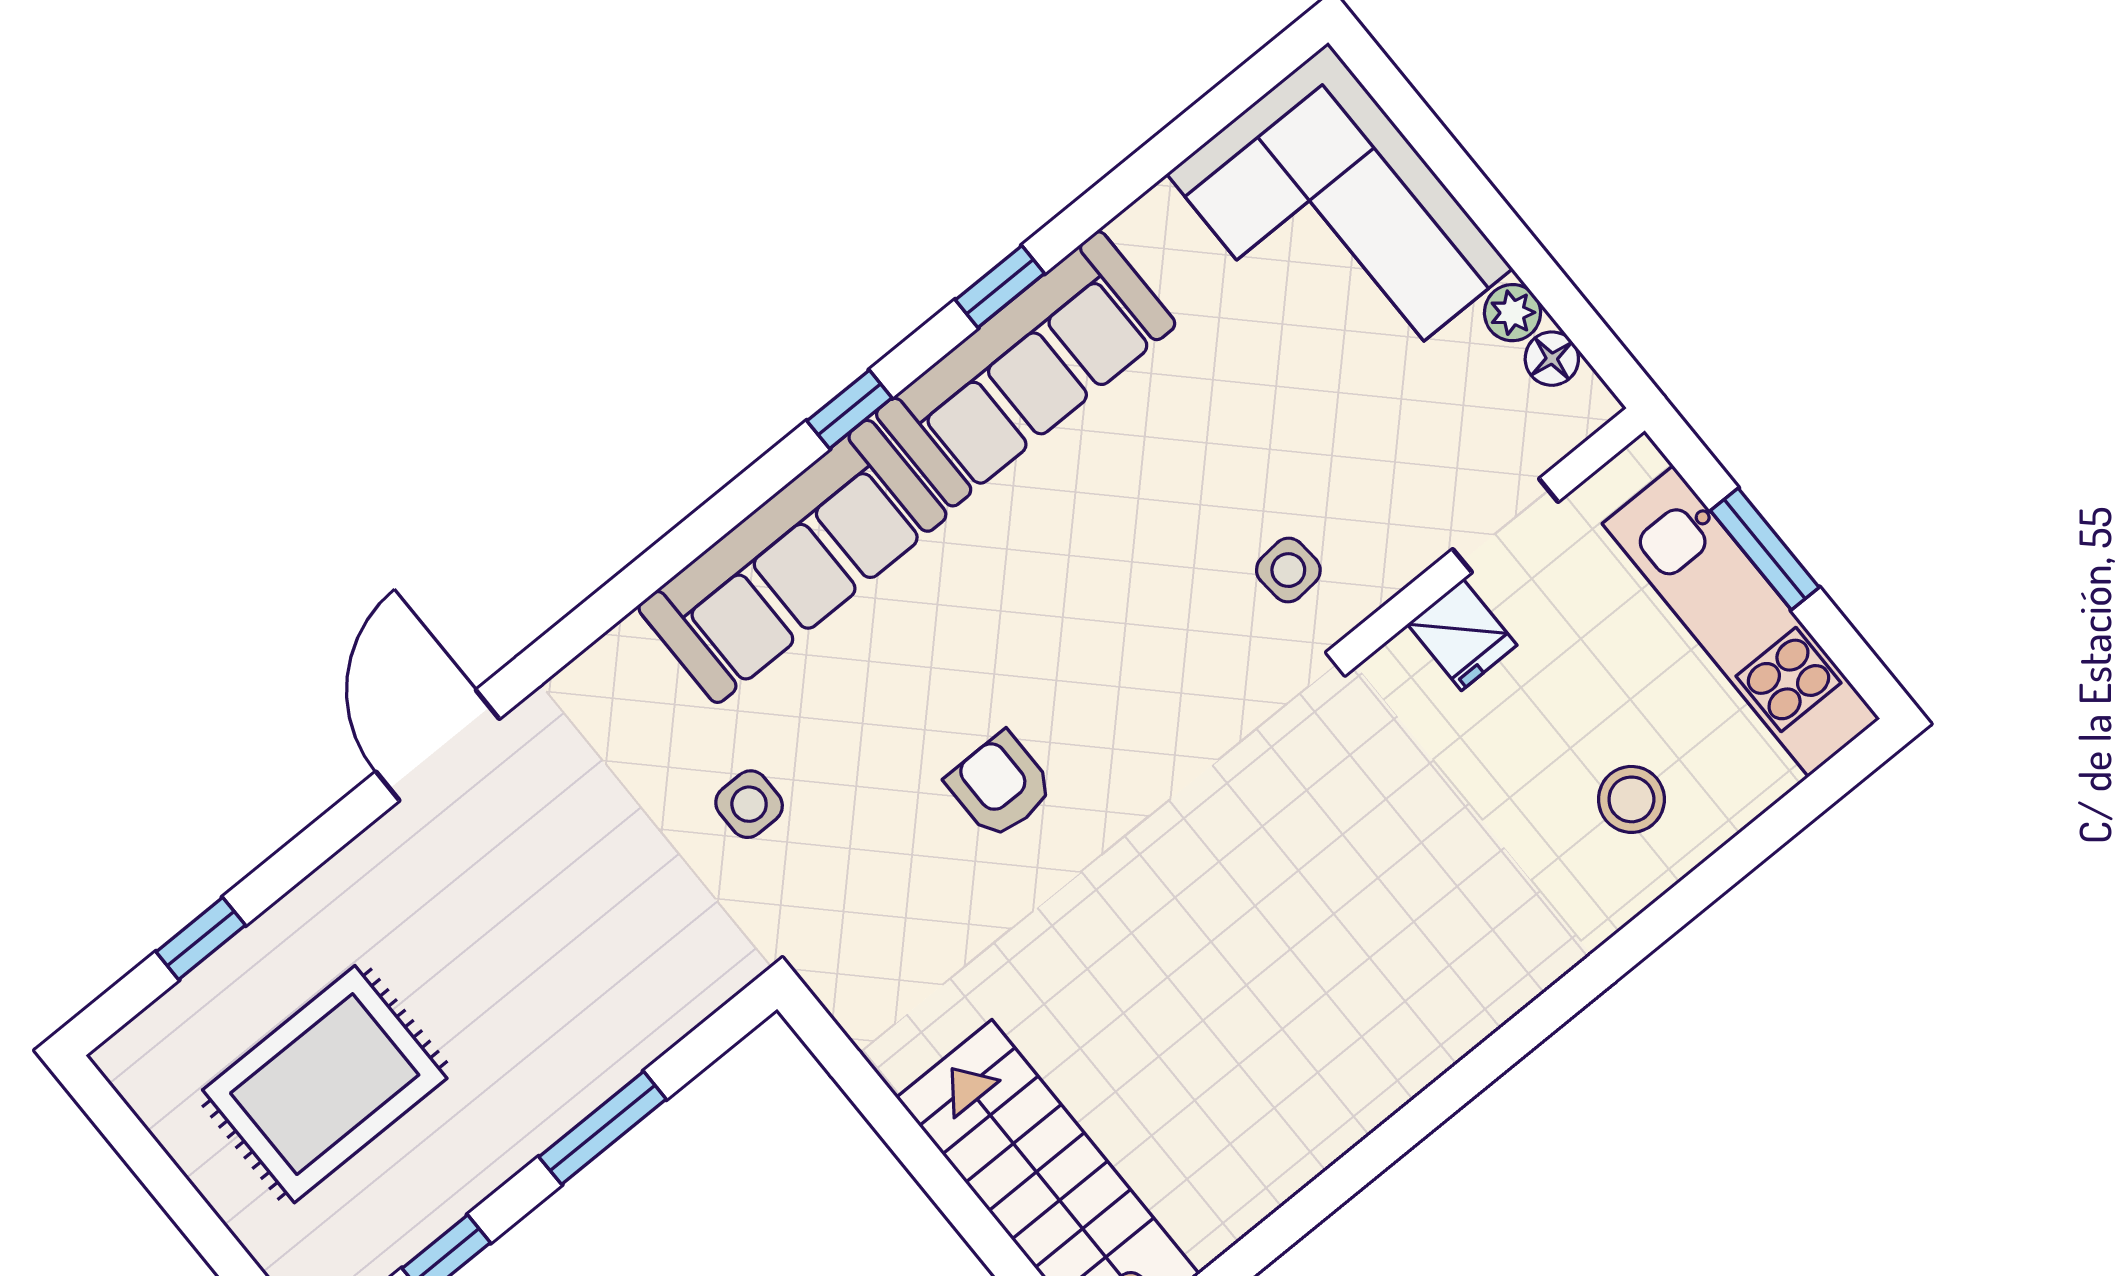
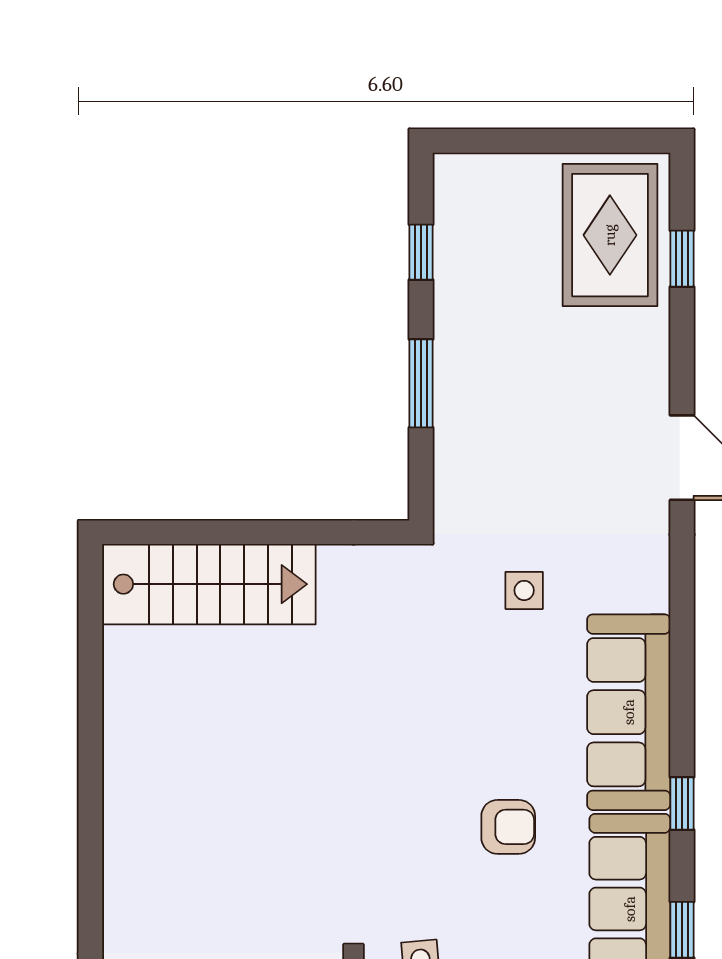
armchair: (1000, 786) -> (508, 827), moved
rug: (325, 1084) -> (610, 235), moved

